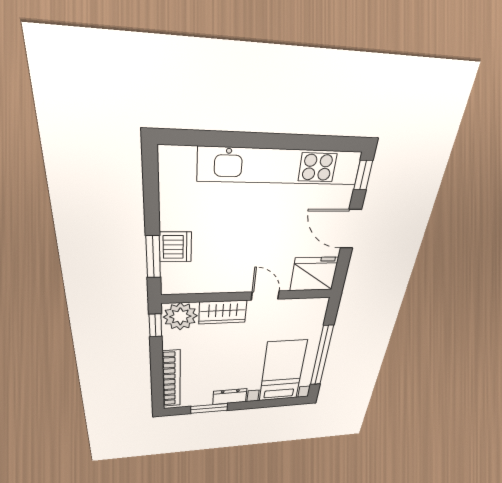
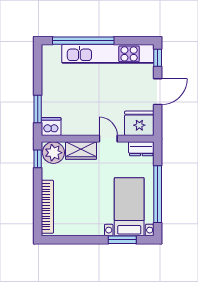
window: (239, 140) -> (83, 41), added
door: (351, 229) -> (158, 92), swing flipped
dishwasher: (175, 247) -> (51, 127), moved, turned -90
dresser: (230, 397) -> (141, 149), moved, turned 180
window: (209, 408) -> (122, 240), moved

